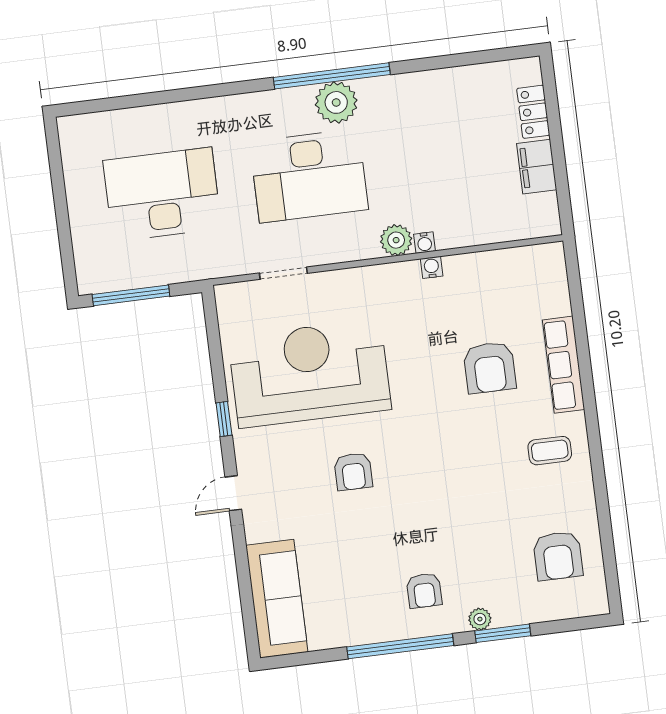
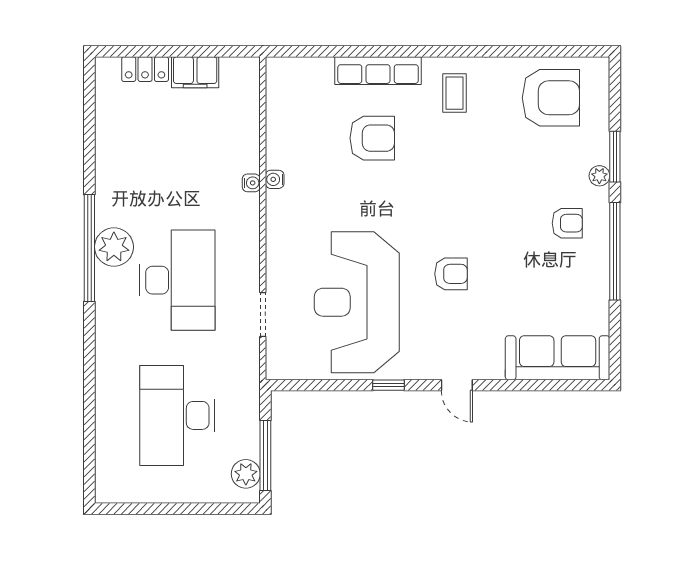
plant: (396, 240) -> (246, 474), moved
armchair: (558, 556) -> (551, 98), width x1.36, depth x1.36

